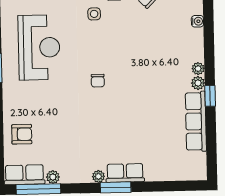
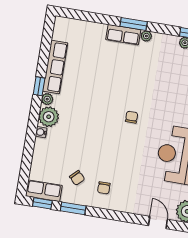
side table: (94, 14) -> (124, 174), removed
water cooler: (197, 21) -> (41, 132), moved
plant: (198, 69) -> (49, 117), width x1.88, depth x1.88

